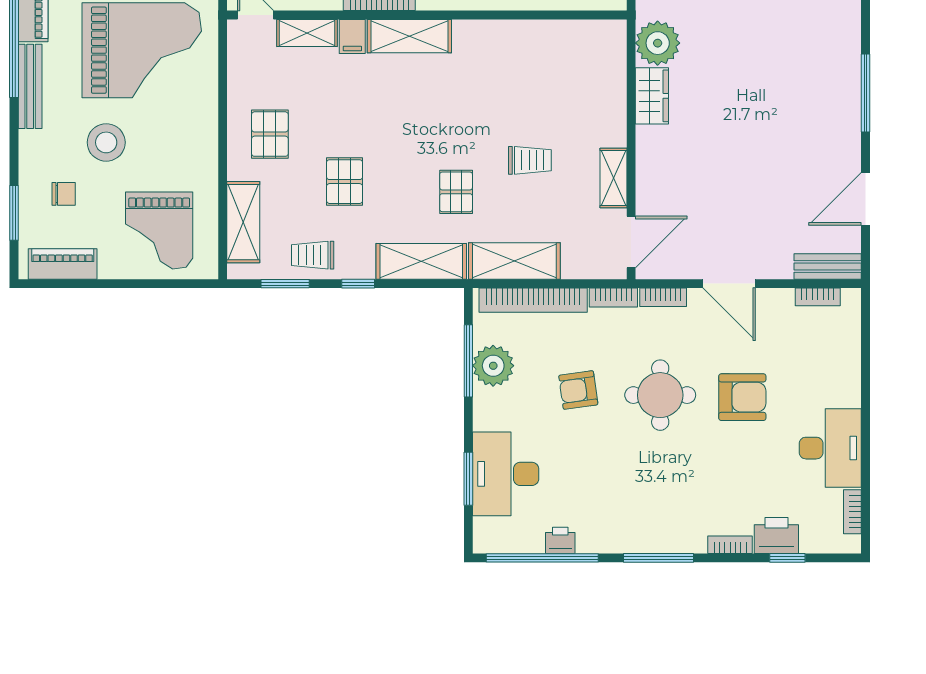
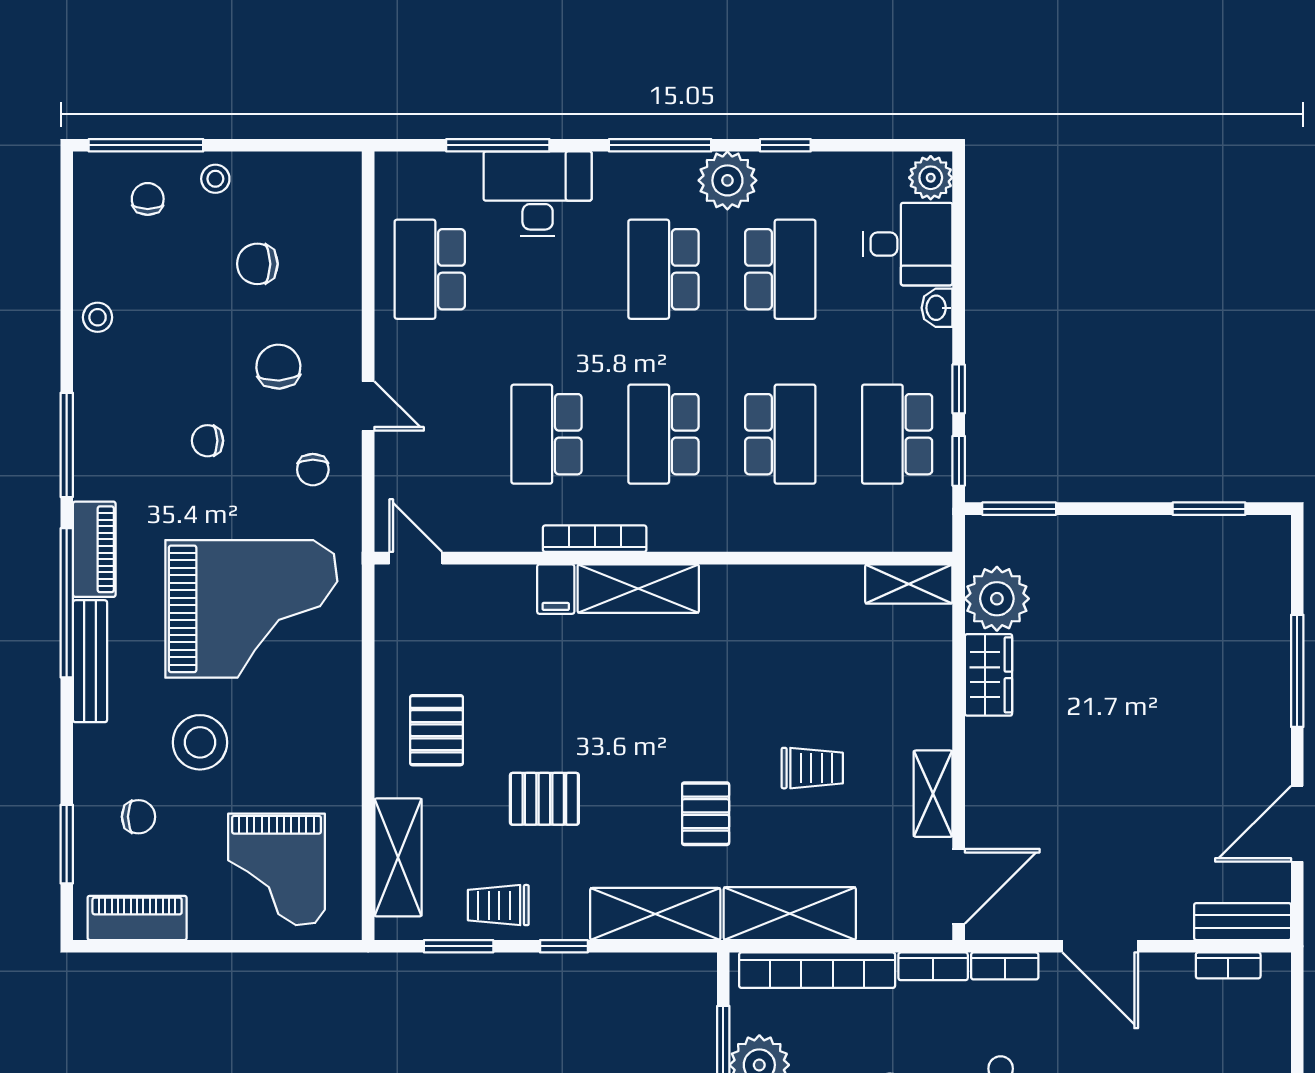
shelving: (307, 33) -> (909, 584), moved
pallet: (345, 182) -> (544, 799), turned 90

